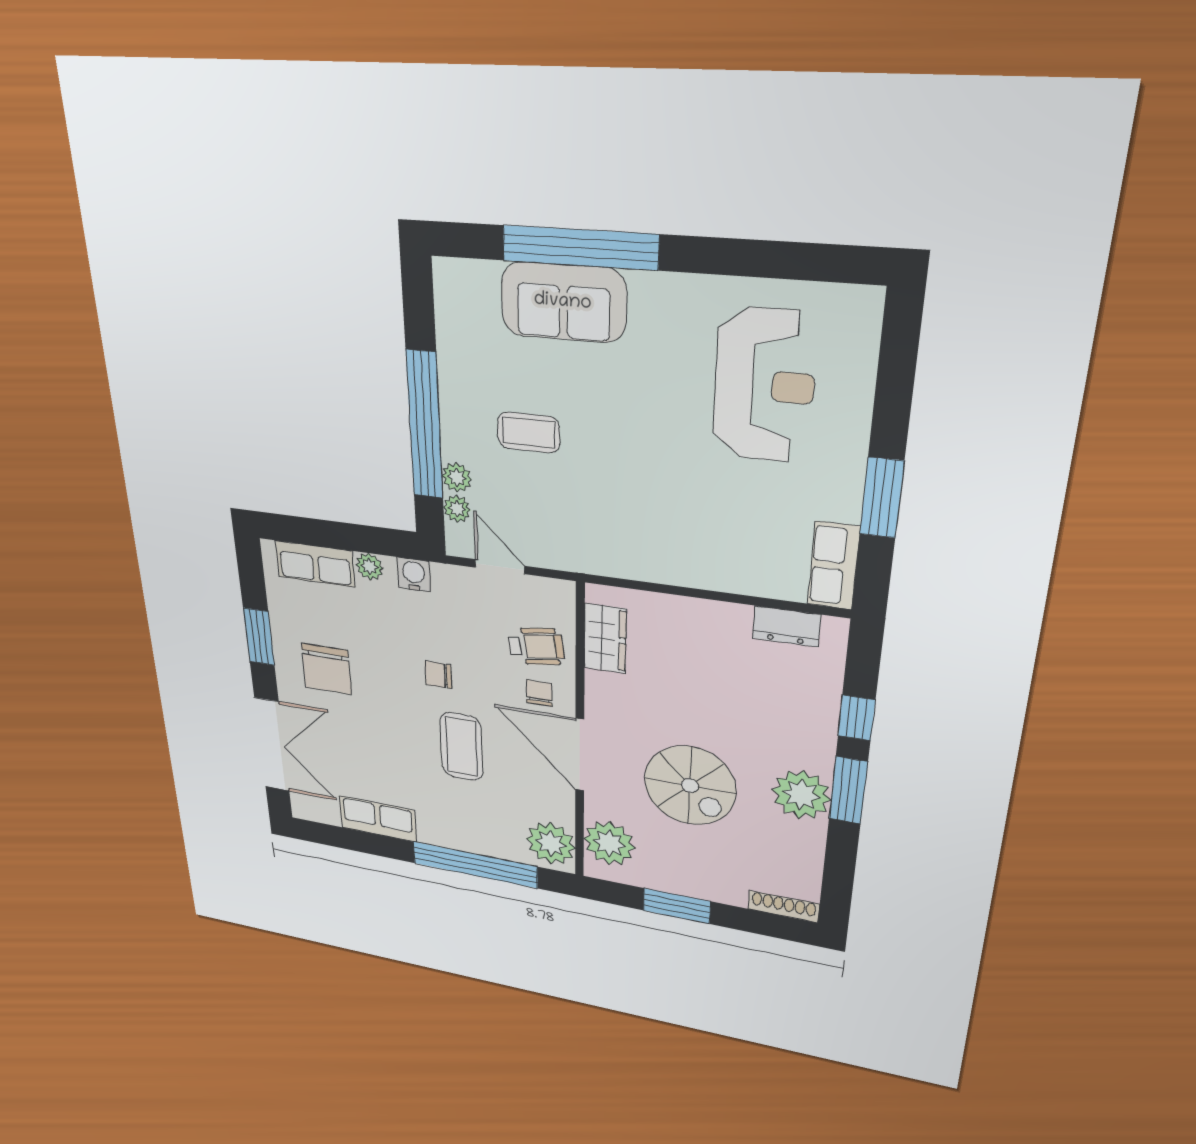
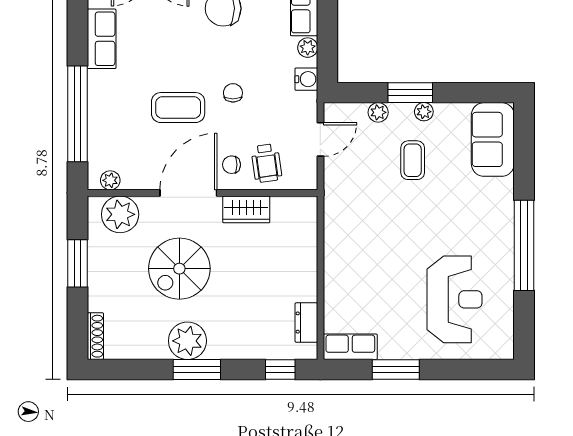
window: (580, 248) -> (524, 245), moved
sofa: (563, 302) -> (493, 139), moved
reception desk: (764, 385) -> (455, 299), turned -90
window: (425, 425) -> (410, 93), width x0.47
plant: (457, 509) -> (424, 112), moved
wardrobe: (605, 638) -> (246, 209), moved
chair: (539, 693) -> (231, 165), turned 180
window: (857, 718) -> (280, 369), moved
plant: (551, 843) -> (110, 180), width x0.53, depth x0.53

